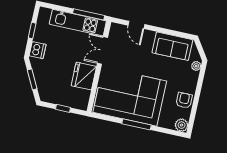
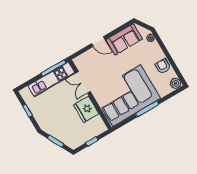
door: (136, 25) -> (98, 42), moved
dishwasher: (38, 50) -> (42, 120), removed

